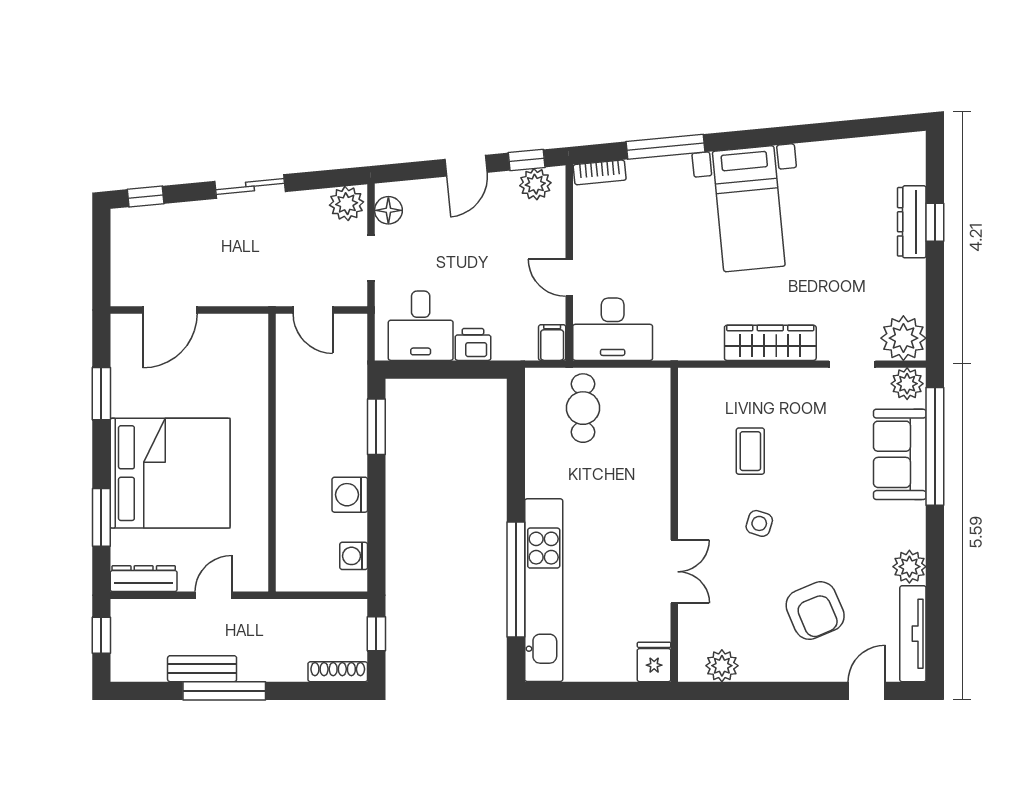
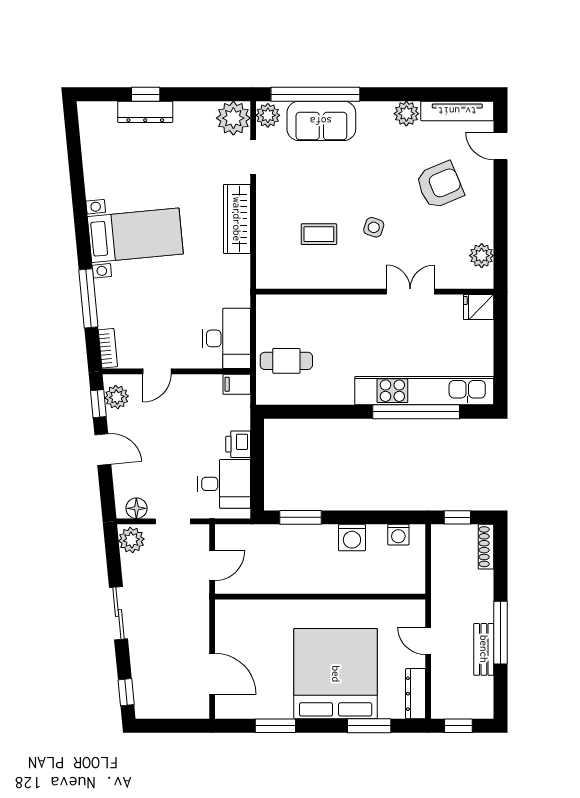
door: (569, 278) -> (157, 371), moved

